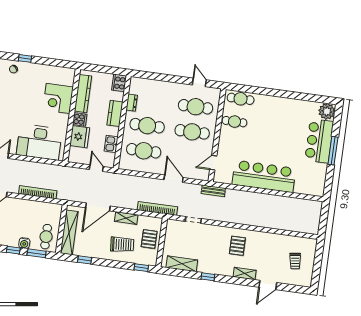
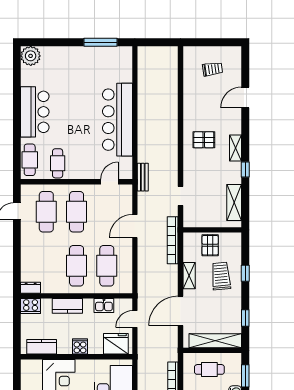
kitchen counter: (83, 94) -> (42, 347), width x0.67
dresser: (132, 103) -> (31, 288), moved
fridge: (80, 137) -> (116, 344), moved
bar counter: (319, 141) -> (35, 112), moved, turned -90
window: (333, 151) -> (100, 42), moved
door: (213, 163) -> (110, 182), swing flipped
door: (98, 207) -> (181, 311), swing flipped
cafe table: (46, 237) -> (209, 369), moved
pallet: (149, 239) -> (210, 245), turned 90
window: (141, 268) -> (245, 273), moved
shelving: (245, 274) -> (236, 148), moved
door: (268, 285) -> (245, 97), swing flipped

